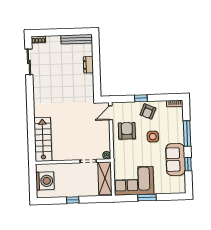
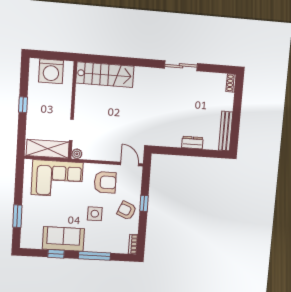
sliding door: (29, 62) -> (181, 66), moved
corner sofa: (134, 181) -> (57, 179), moved, turned 90
window: (147, 198) -> (17, 216), moved

